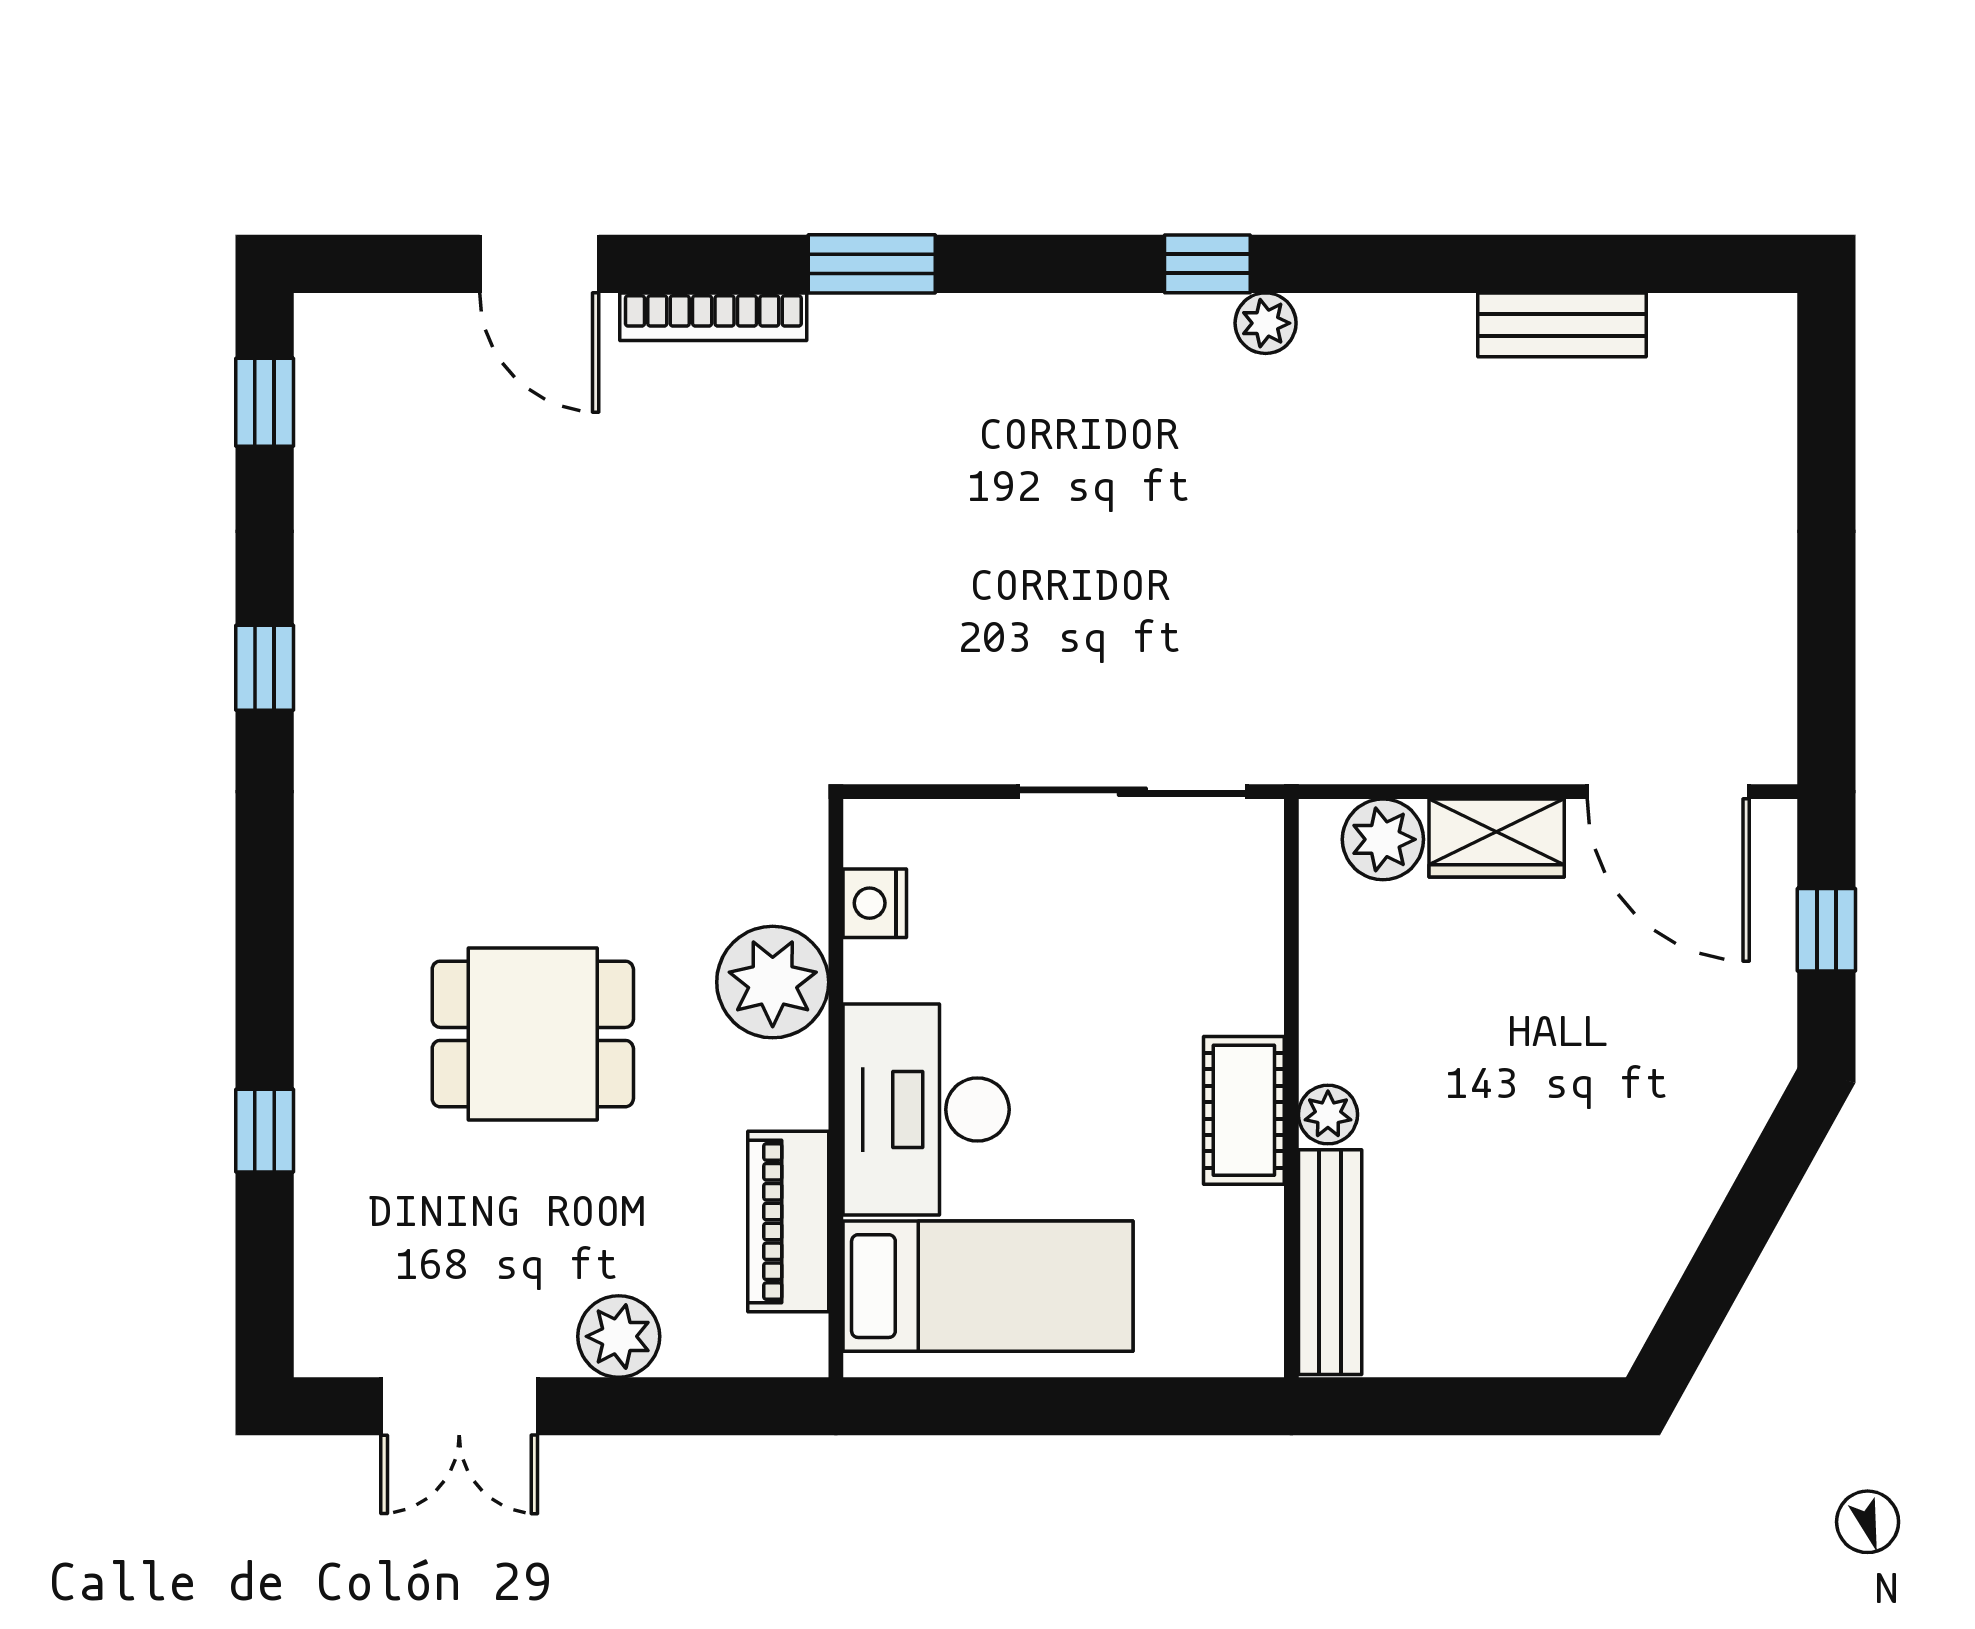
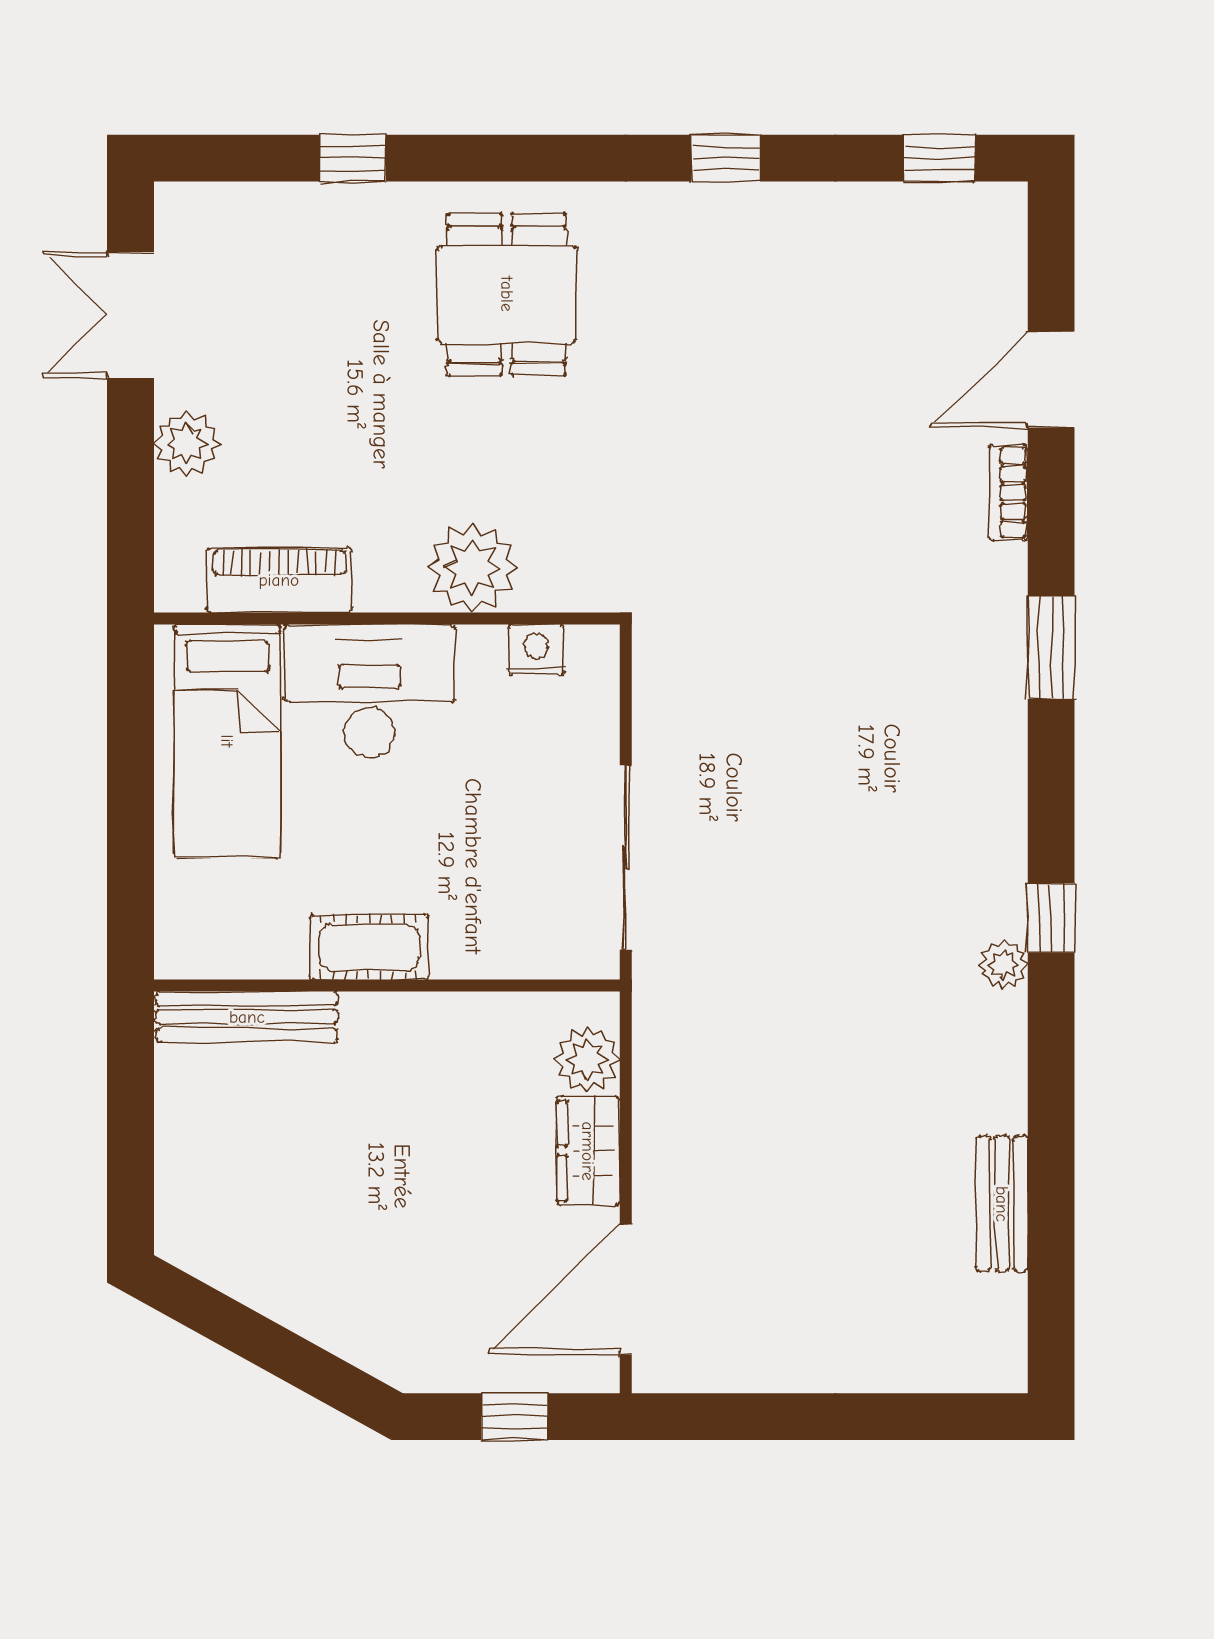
bookcase: (713, 317) -> (1009, 493), width x0.64
dining table: (533, 1034) -> (507, 294), moved
plant: (1328, 1115) -> (366, 1015), removed

